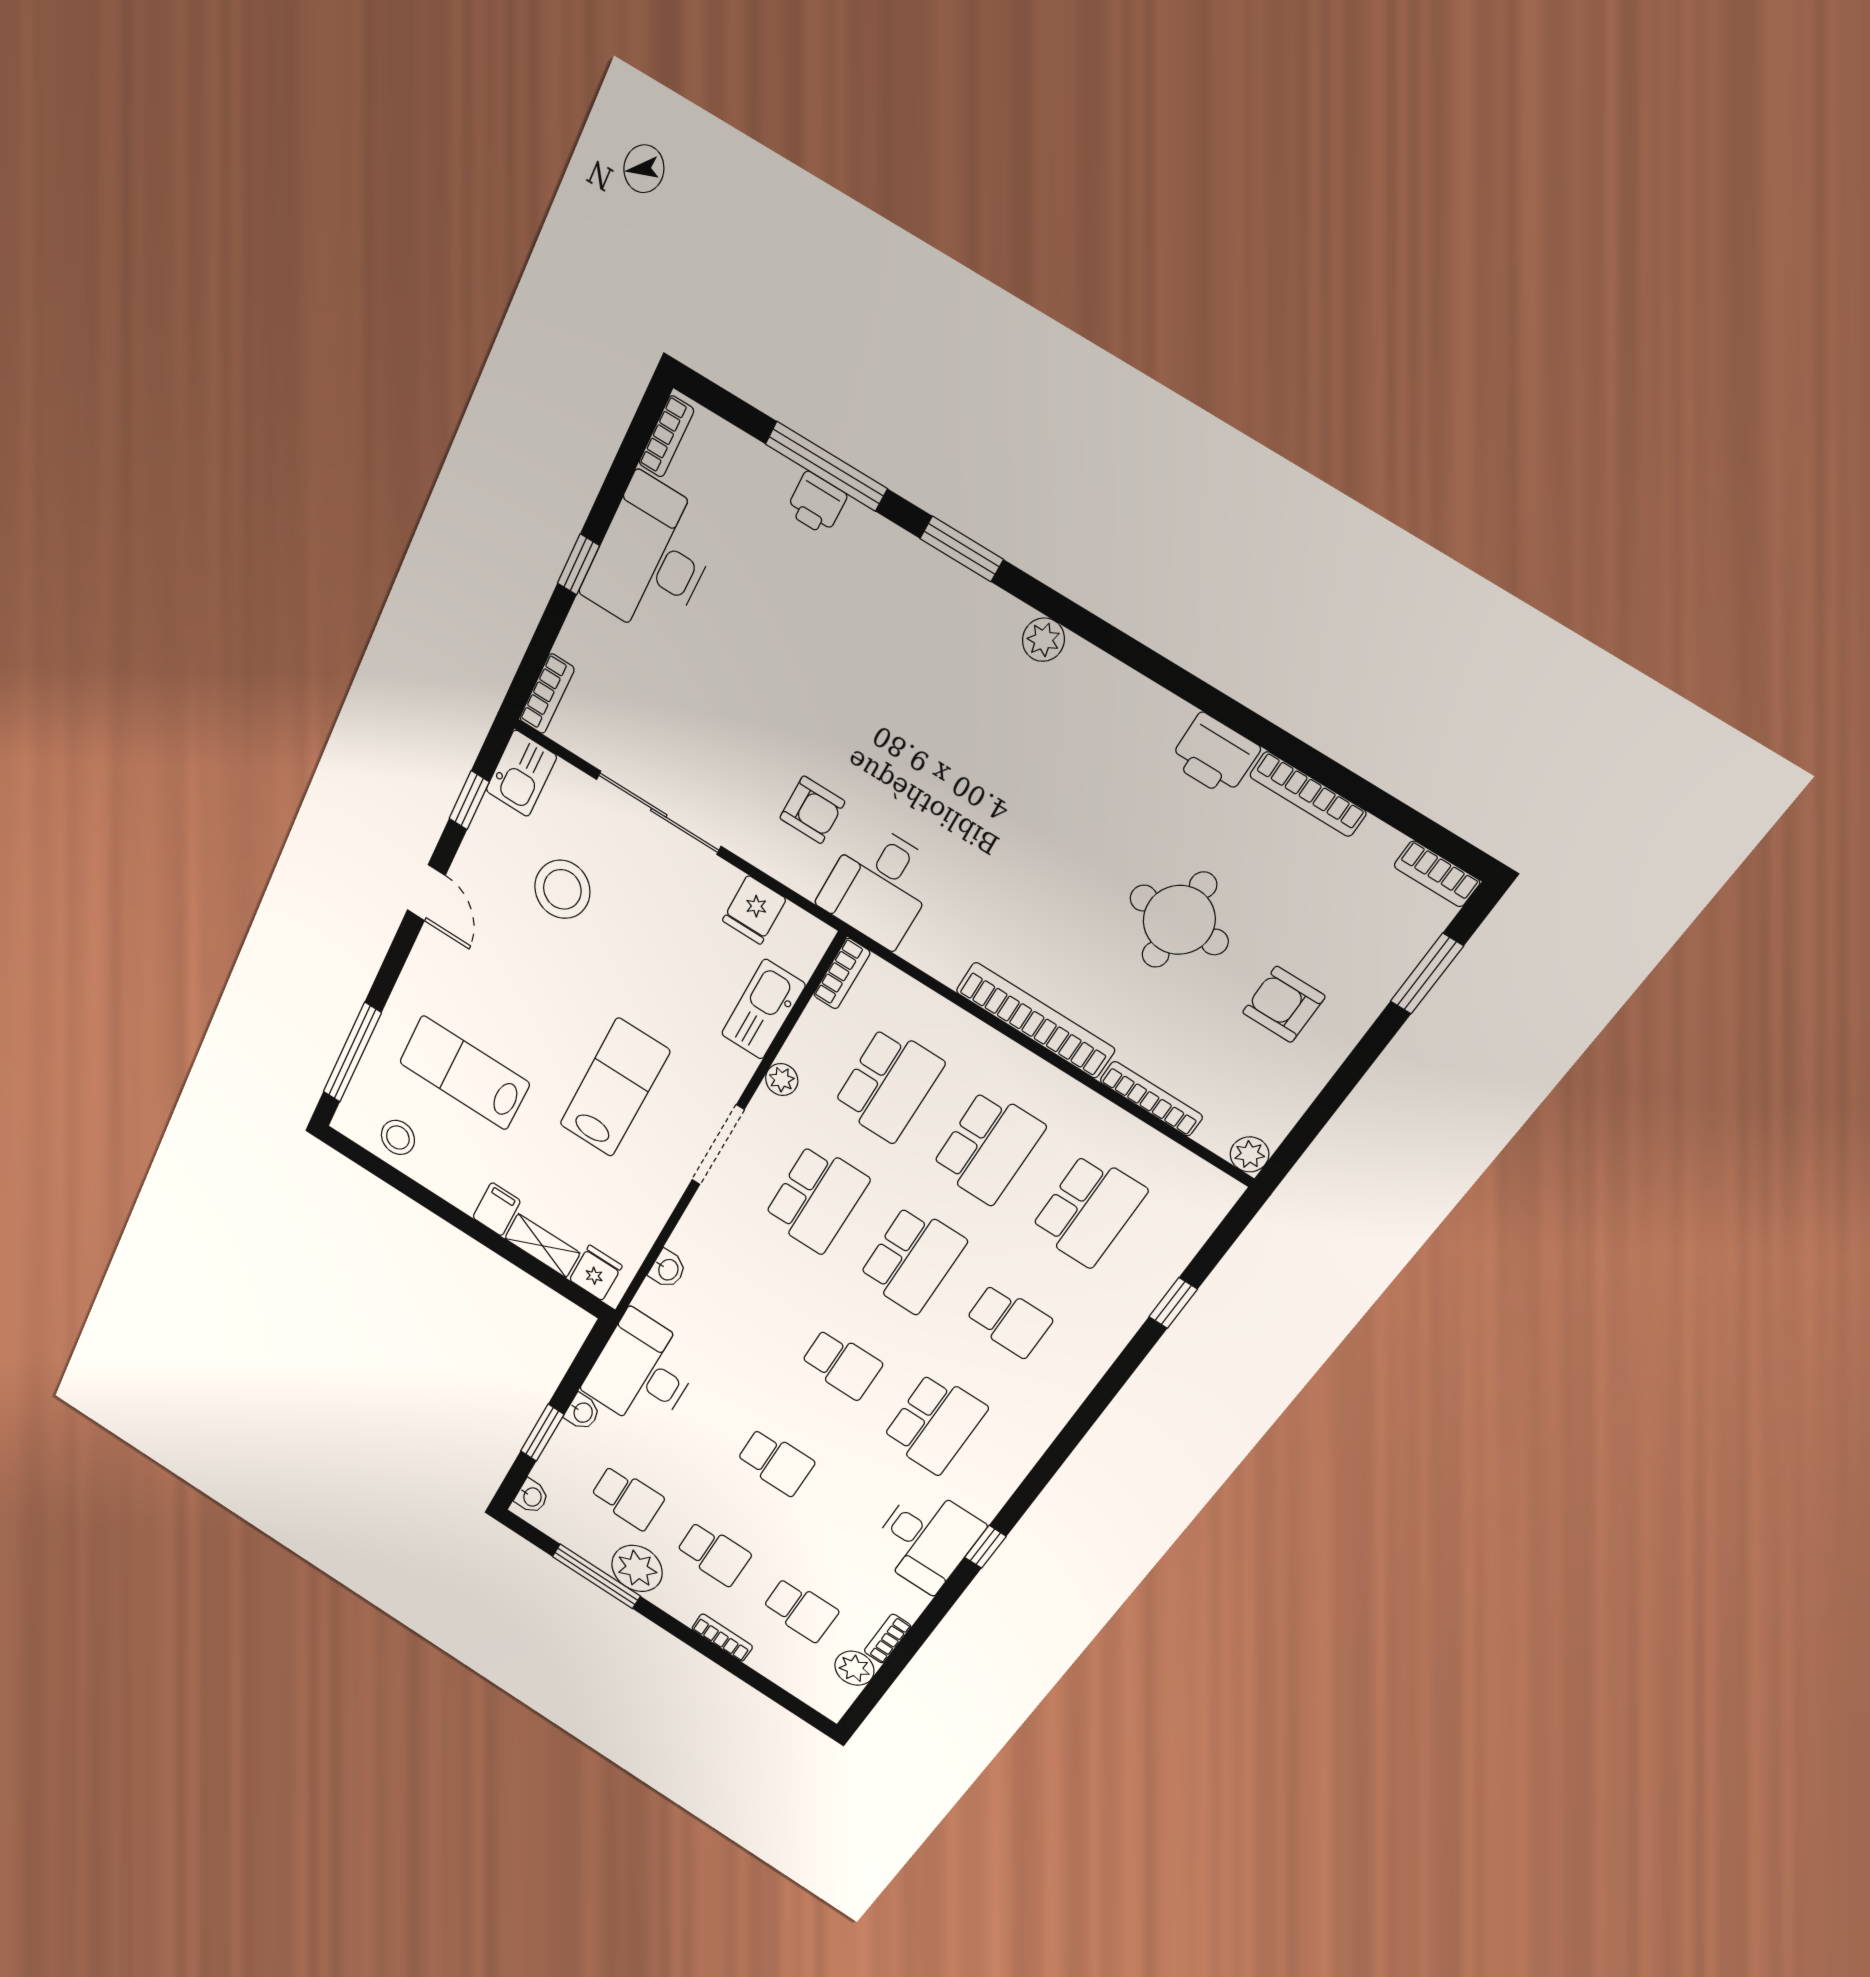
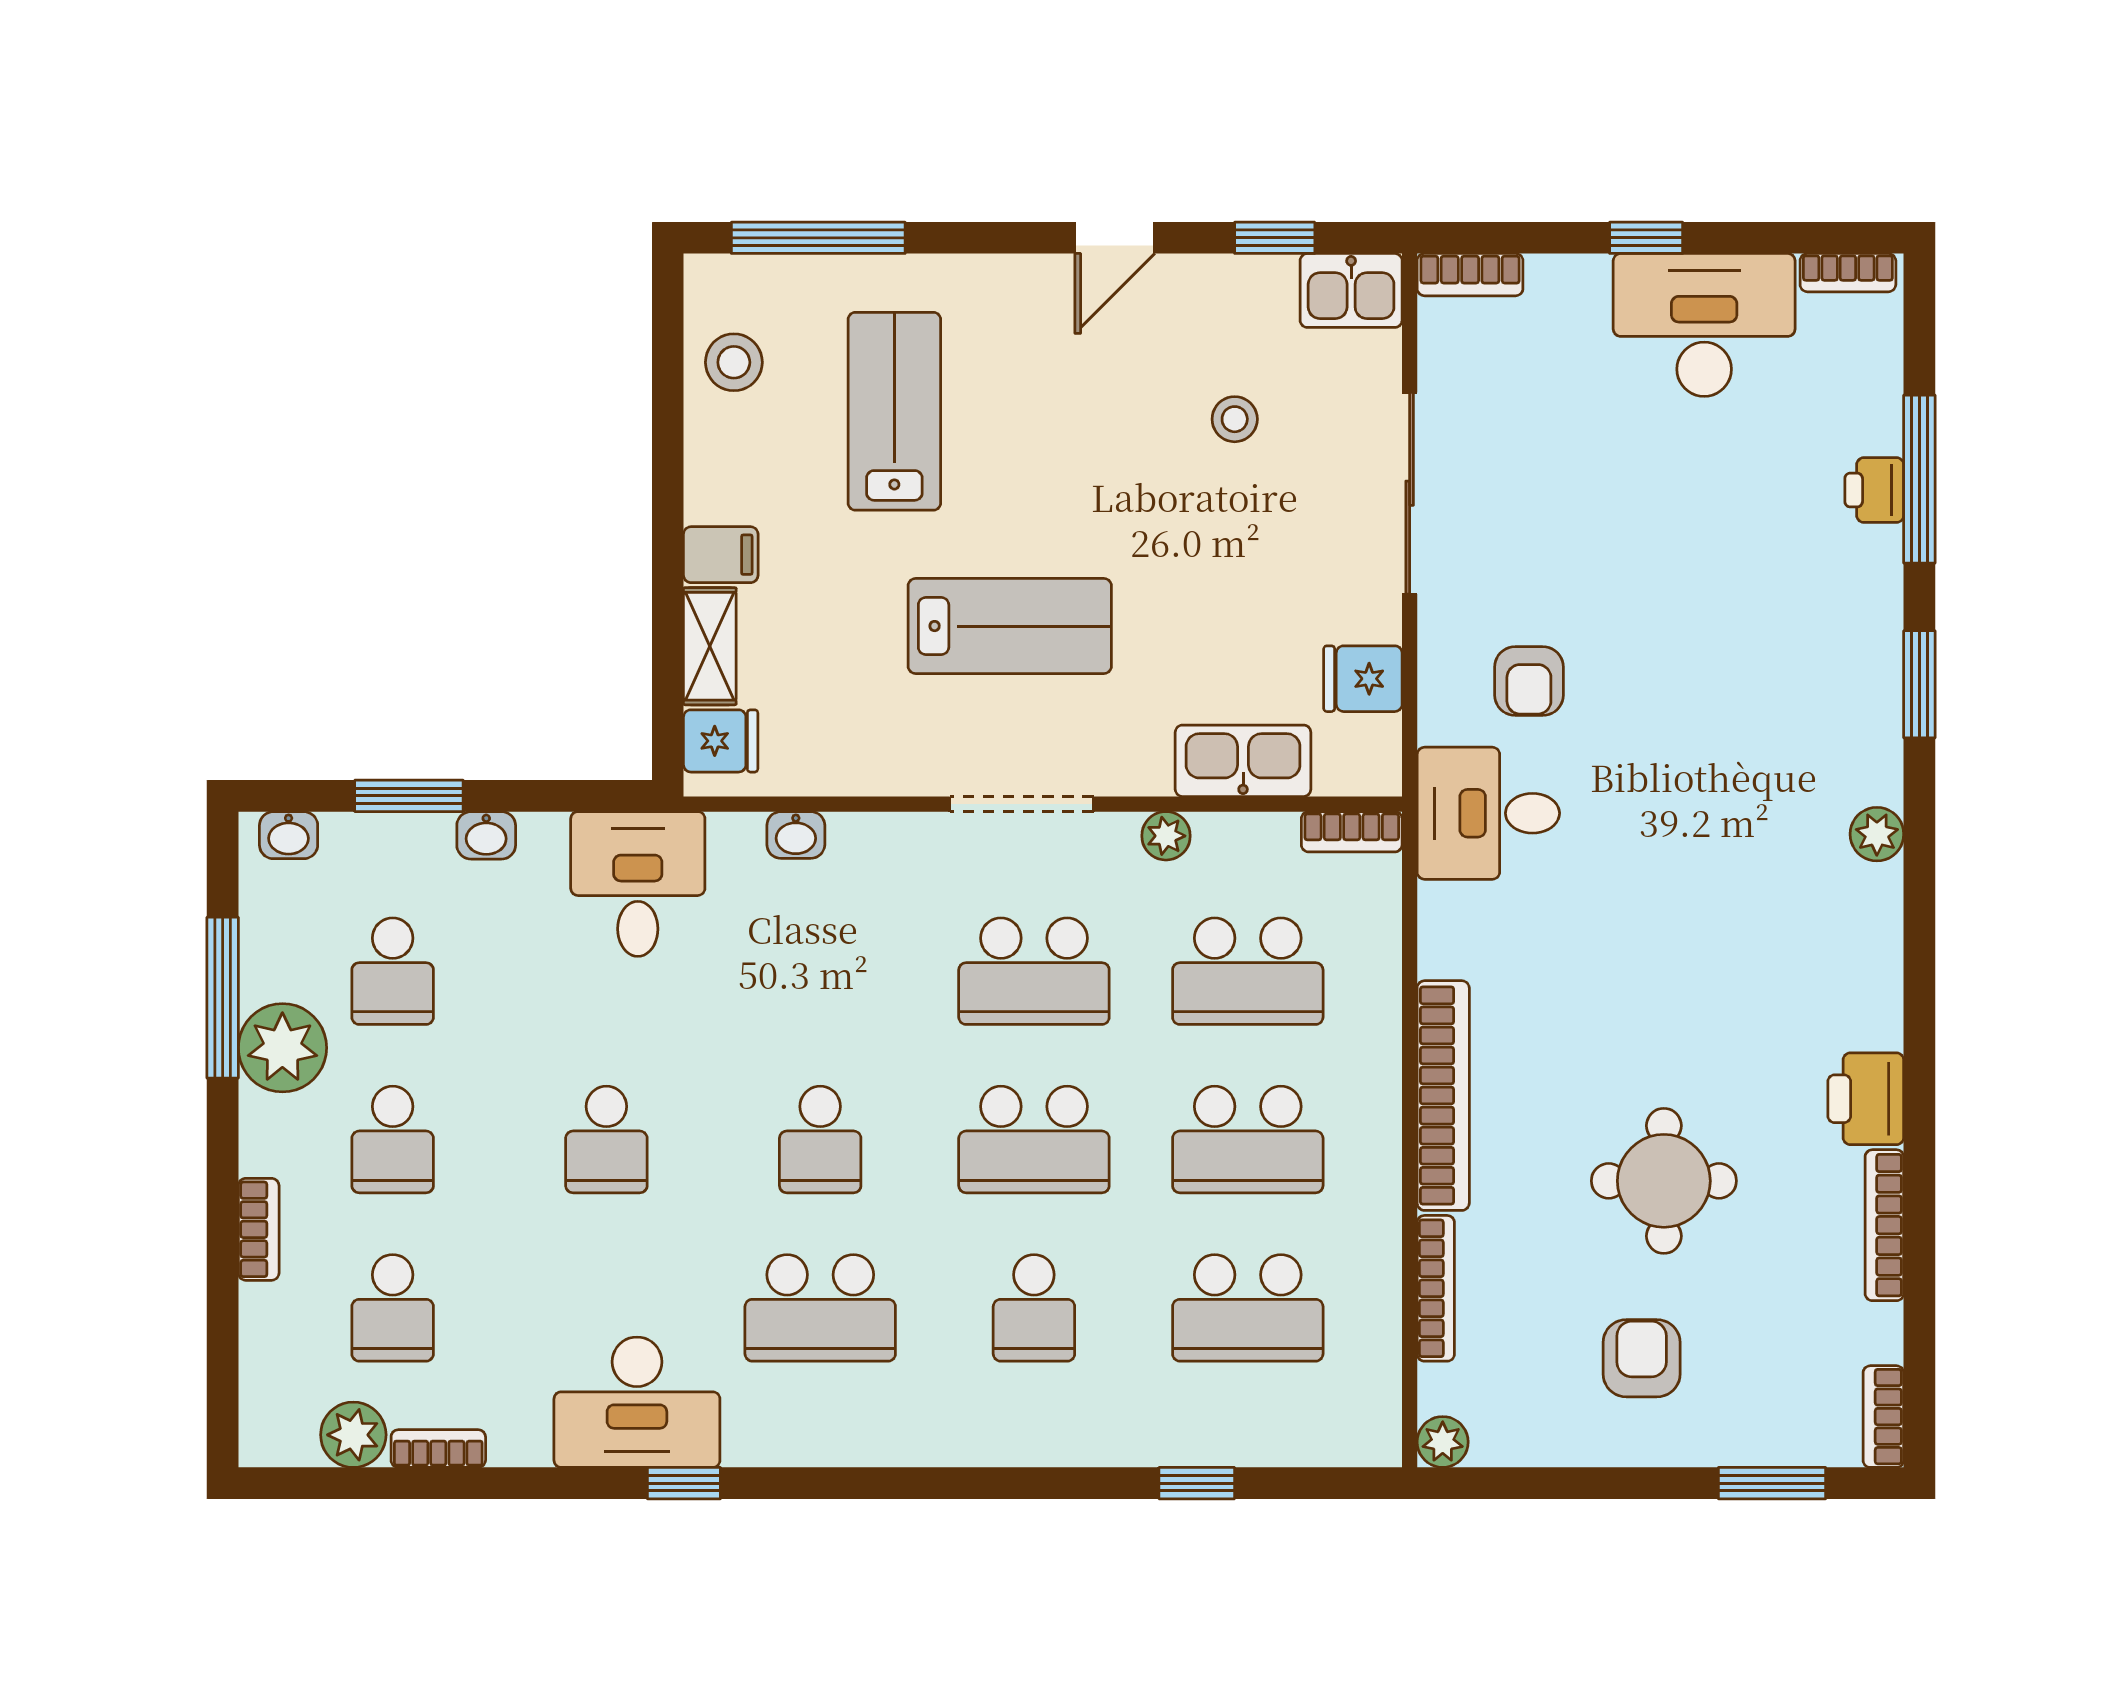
stool: (562, 889) -> (1235, 419), width x0.53, depth x0.53
desk: (642, 1372) -> (638, 884), width x0.73

